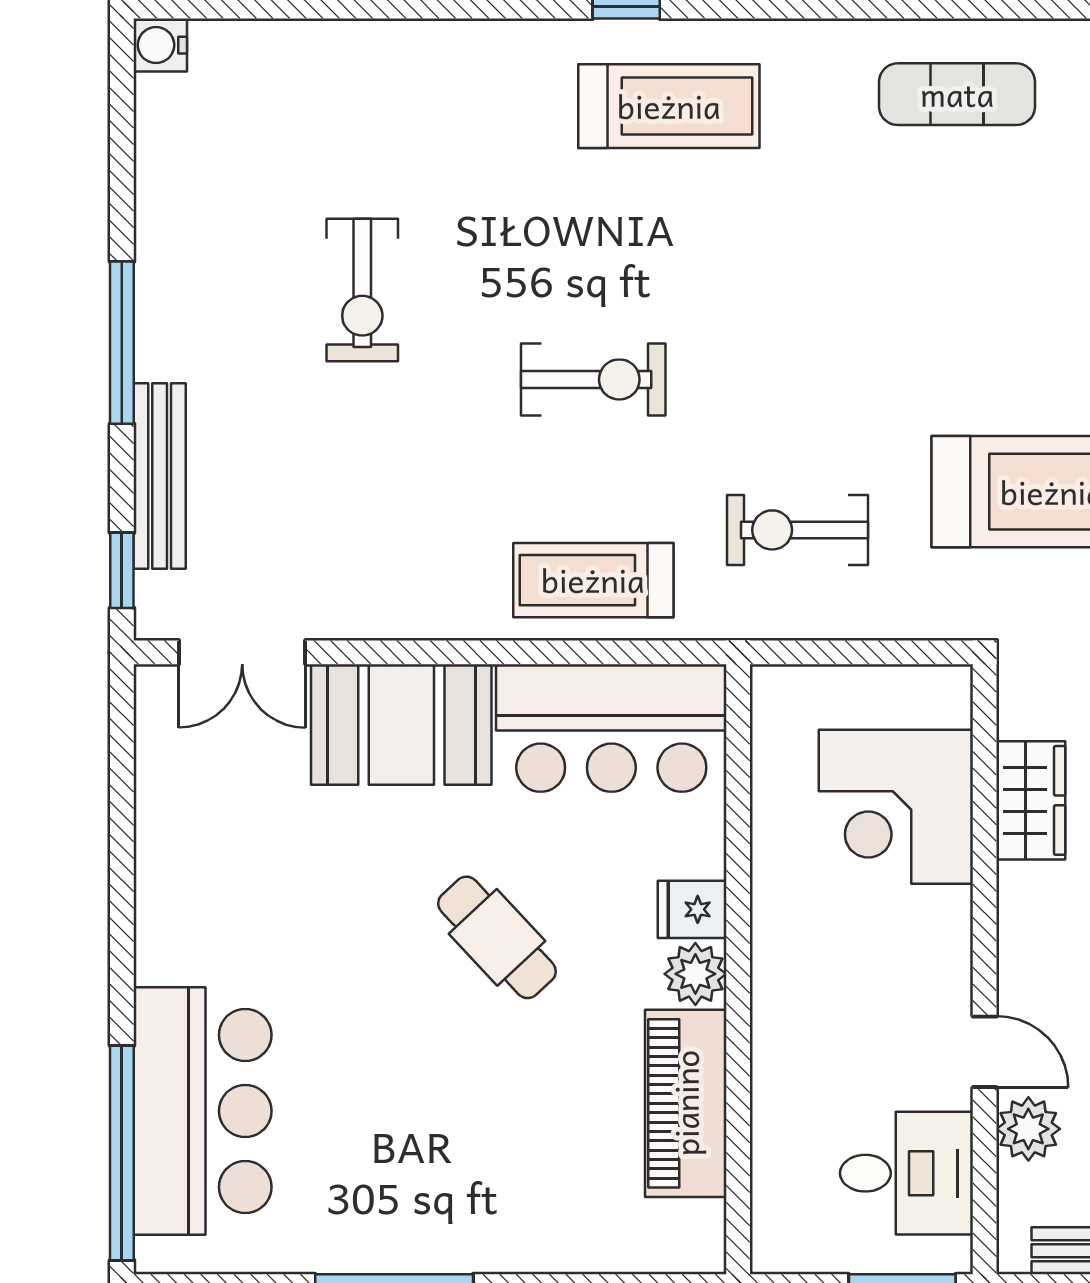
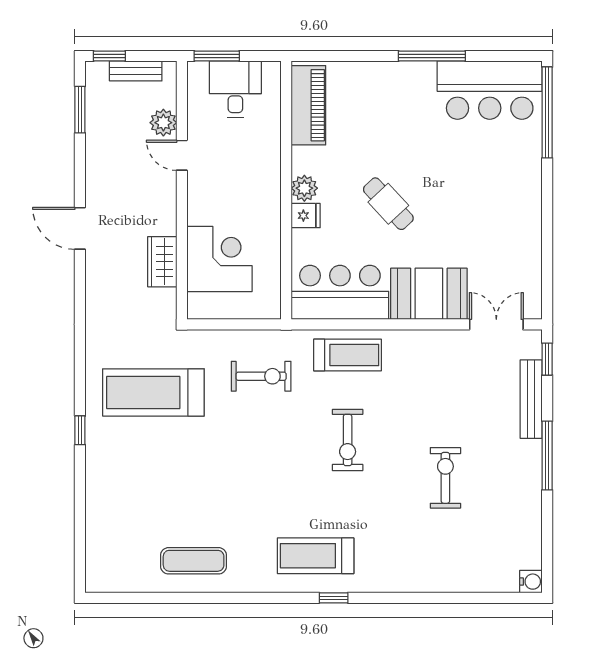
exercise bike: (593, 379) -> (348, 440), turned -90
piano: (686, 1103) -> (308, 105), moved
bar counter: (203, 1111) -> (490, 90), moved, turned -90
desk: (907, 1173) -> (235, 89), moved, turned 90

